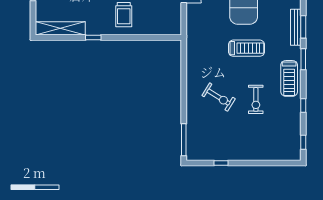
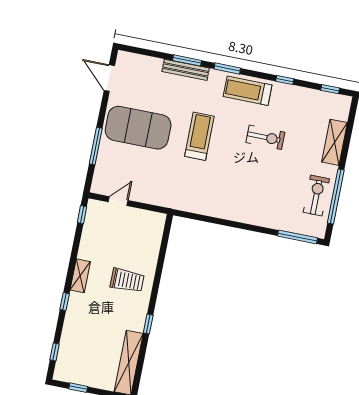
treadmill: (289, 78) -> (248, 91), turned 180
exercise bike: (219, 97) -> (316, 195), moved, turned -32
shelving: (263, 154) -> (335, 142), added
window: (221, 163) -> (336, 196), width x3.17

